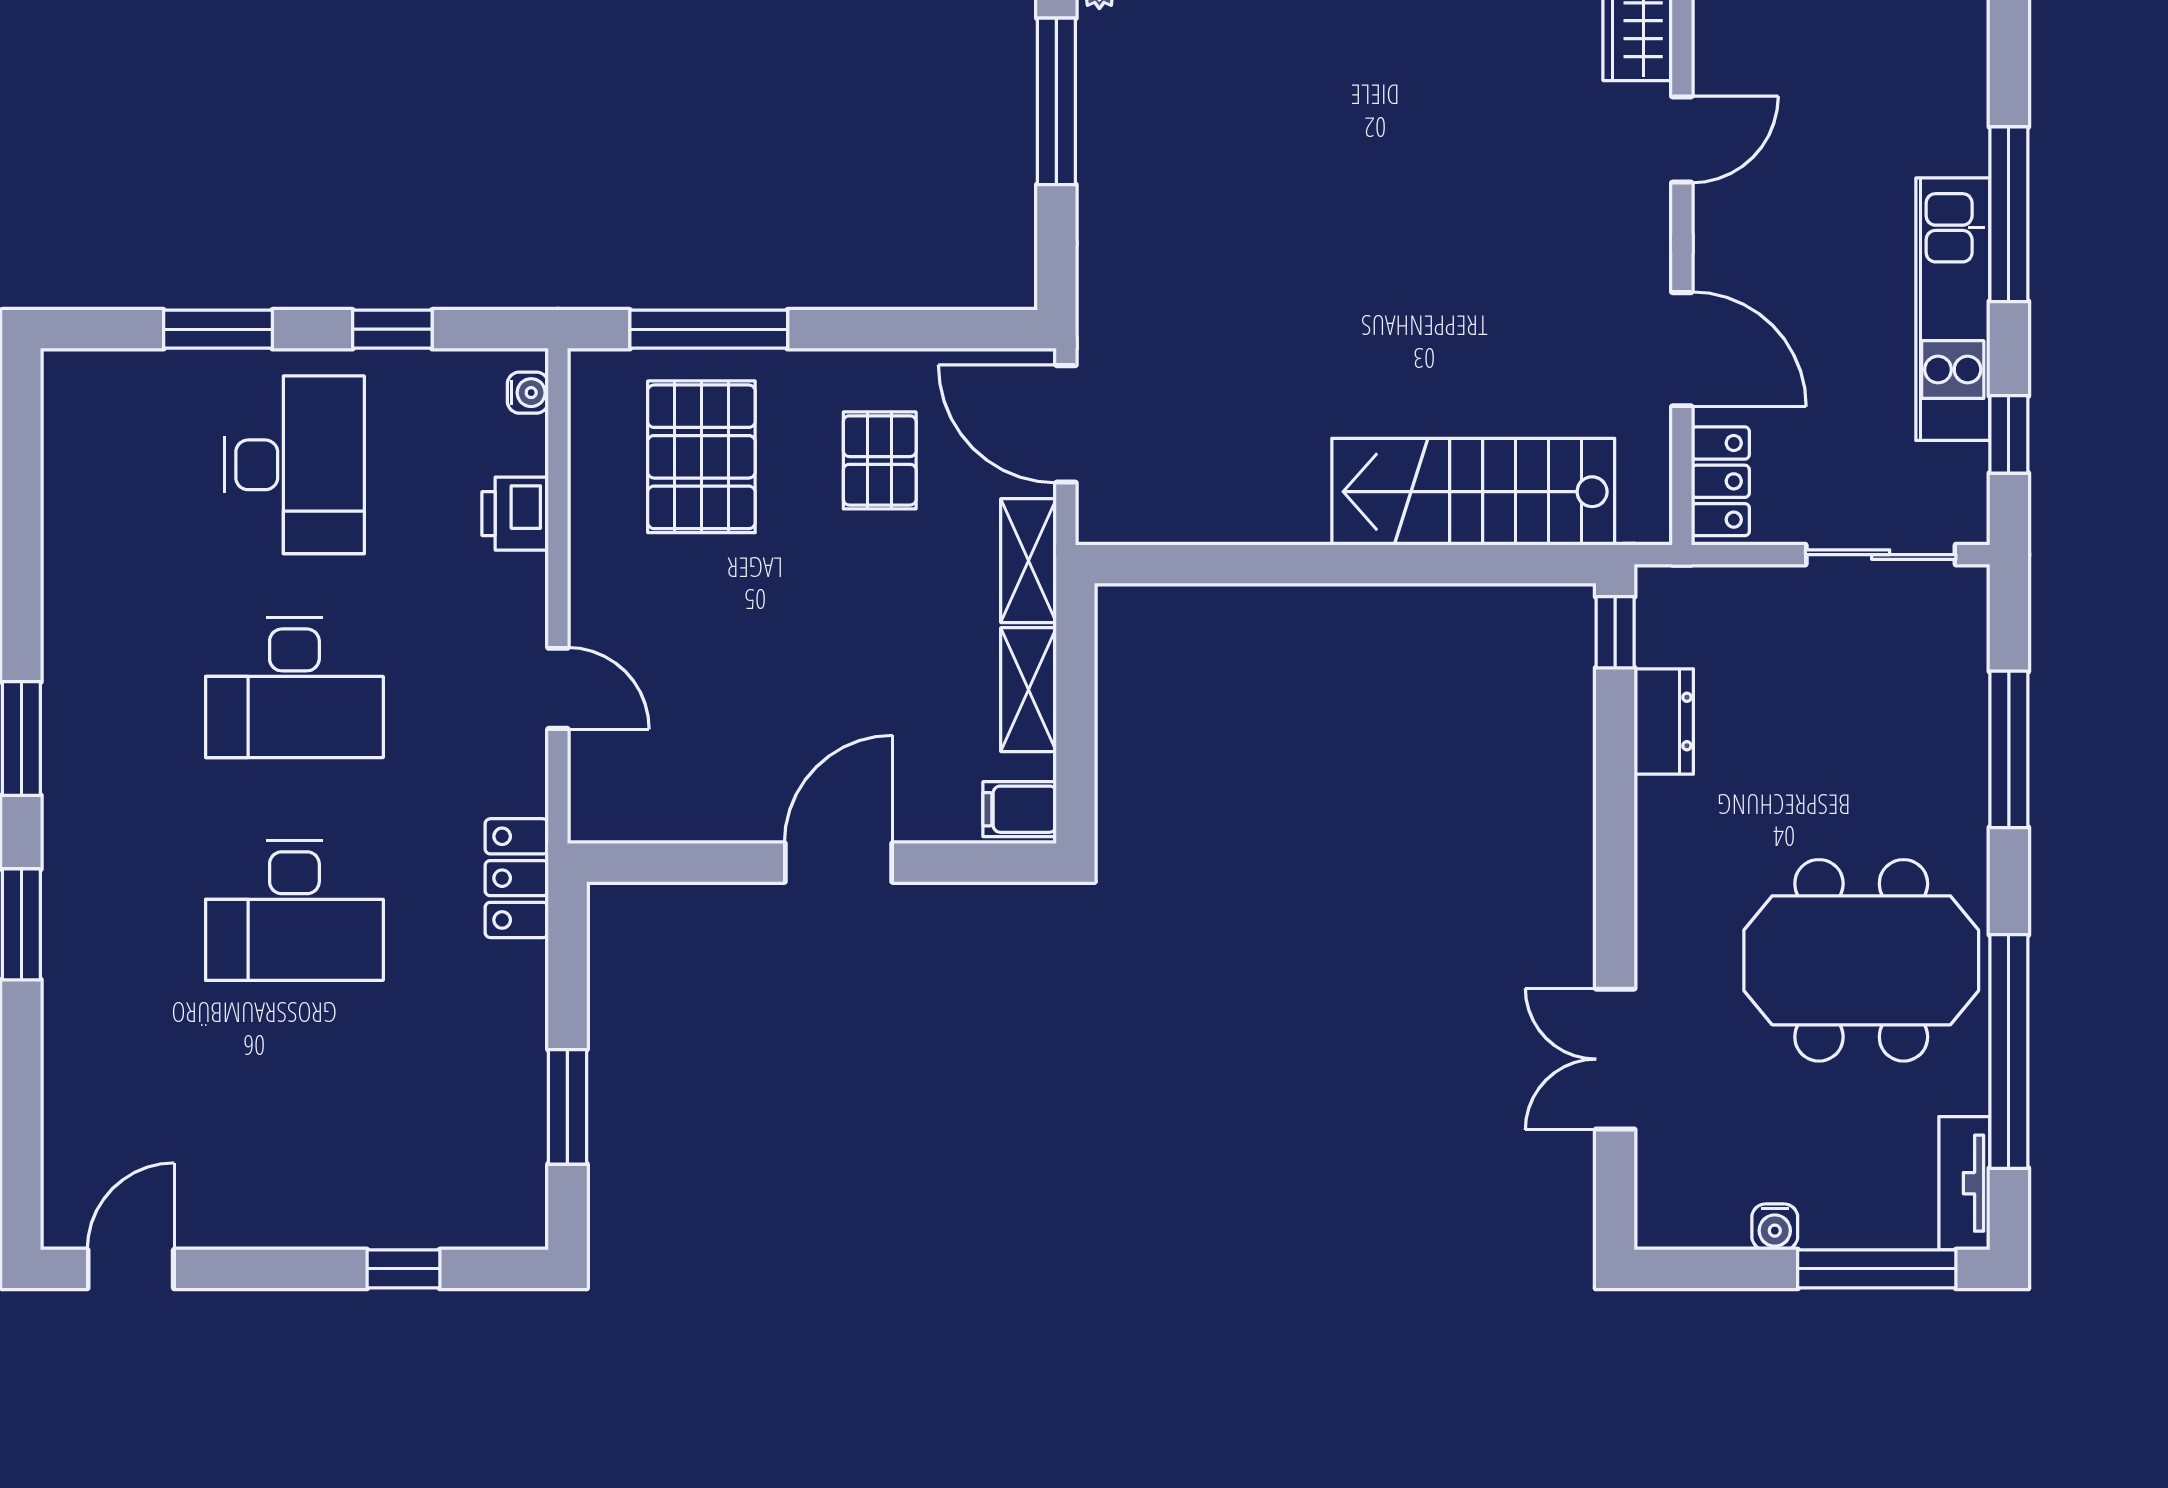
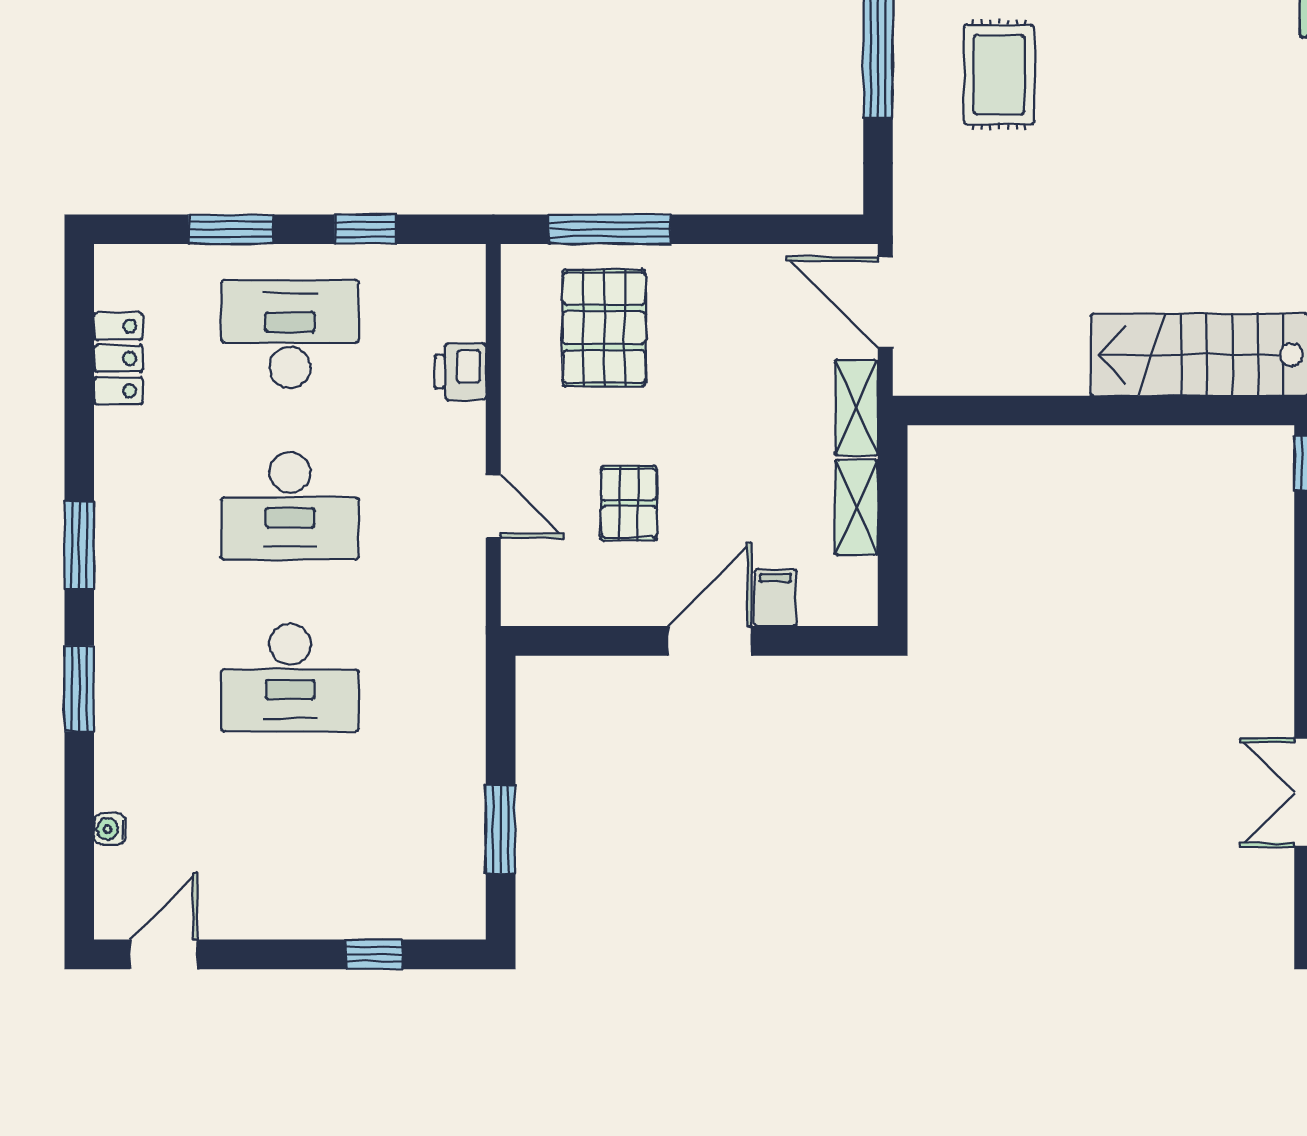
rug: (1213, 129) -> (999, 75), added
water cooler: (528, 393) -> (110, 829), moved, turned 180
pallet: (880, 460) -> (629, 503), moved
desk: (294, 465) -> (290, 334), turned -90
filing cabinet: (1020, 809) -> (776, 598), moved, turned 90
locker: (517, 878) -> (118, 359), moved, turned 180

